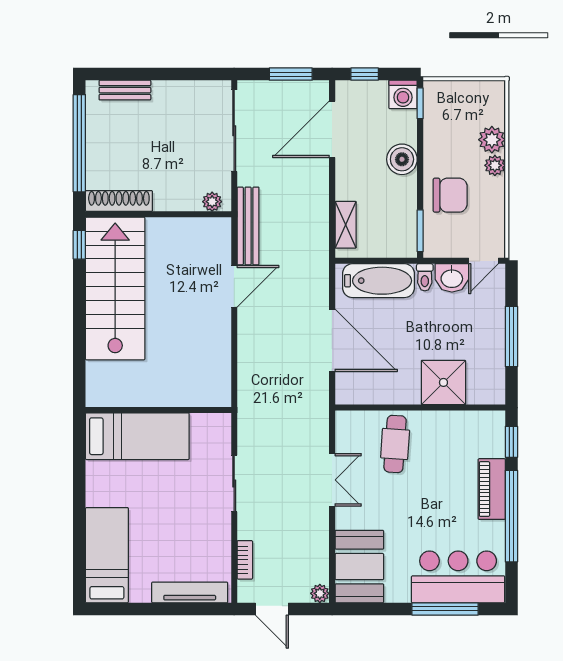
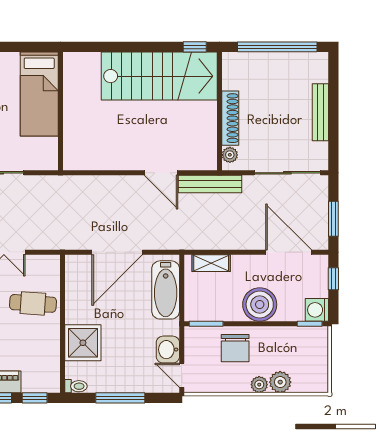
bench: (125, 90) -> (320, 112), moved, width x1.36
boiler: (402, 159) -> (260, 304), width x1.37, depth x1.37
shoe rack: (119, 201) -> (230, 118), moved
toilet: (425, 277) -> (76, 386), moved, turned 180

